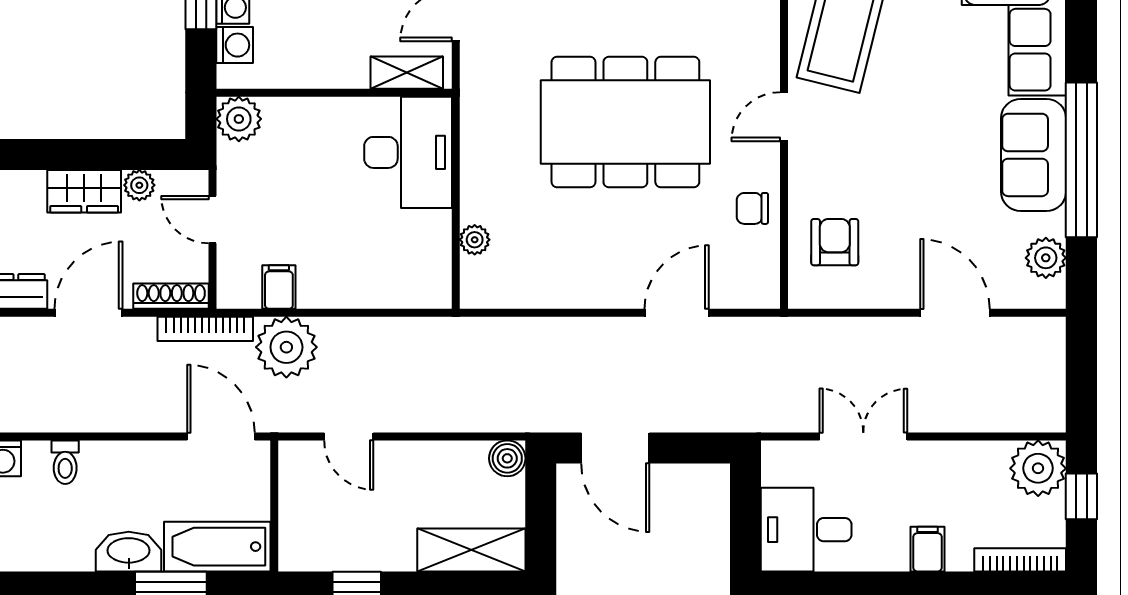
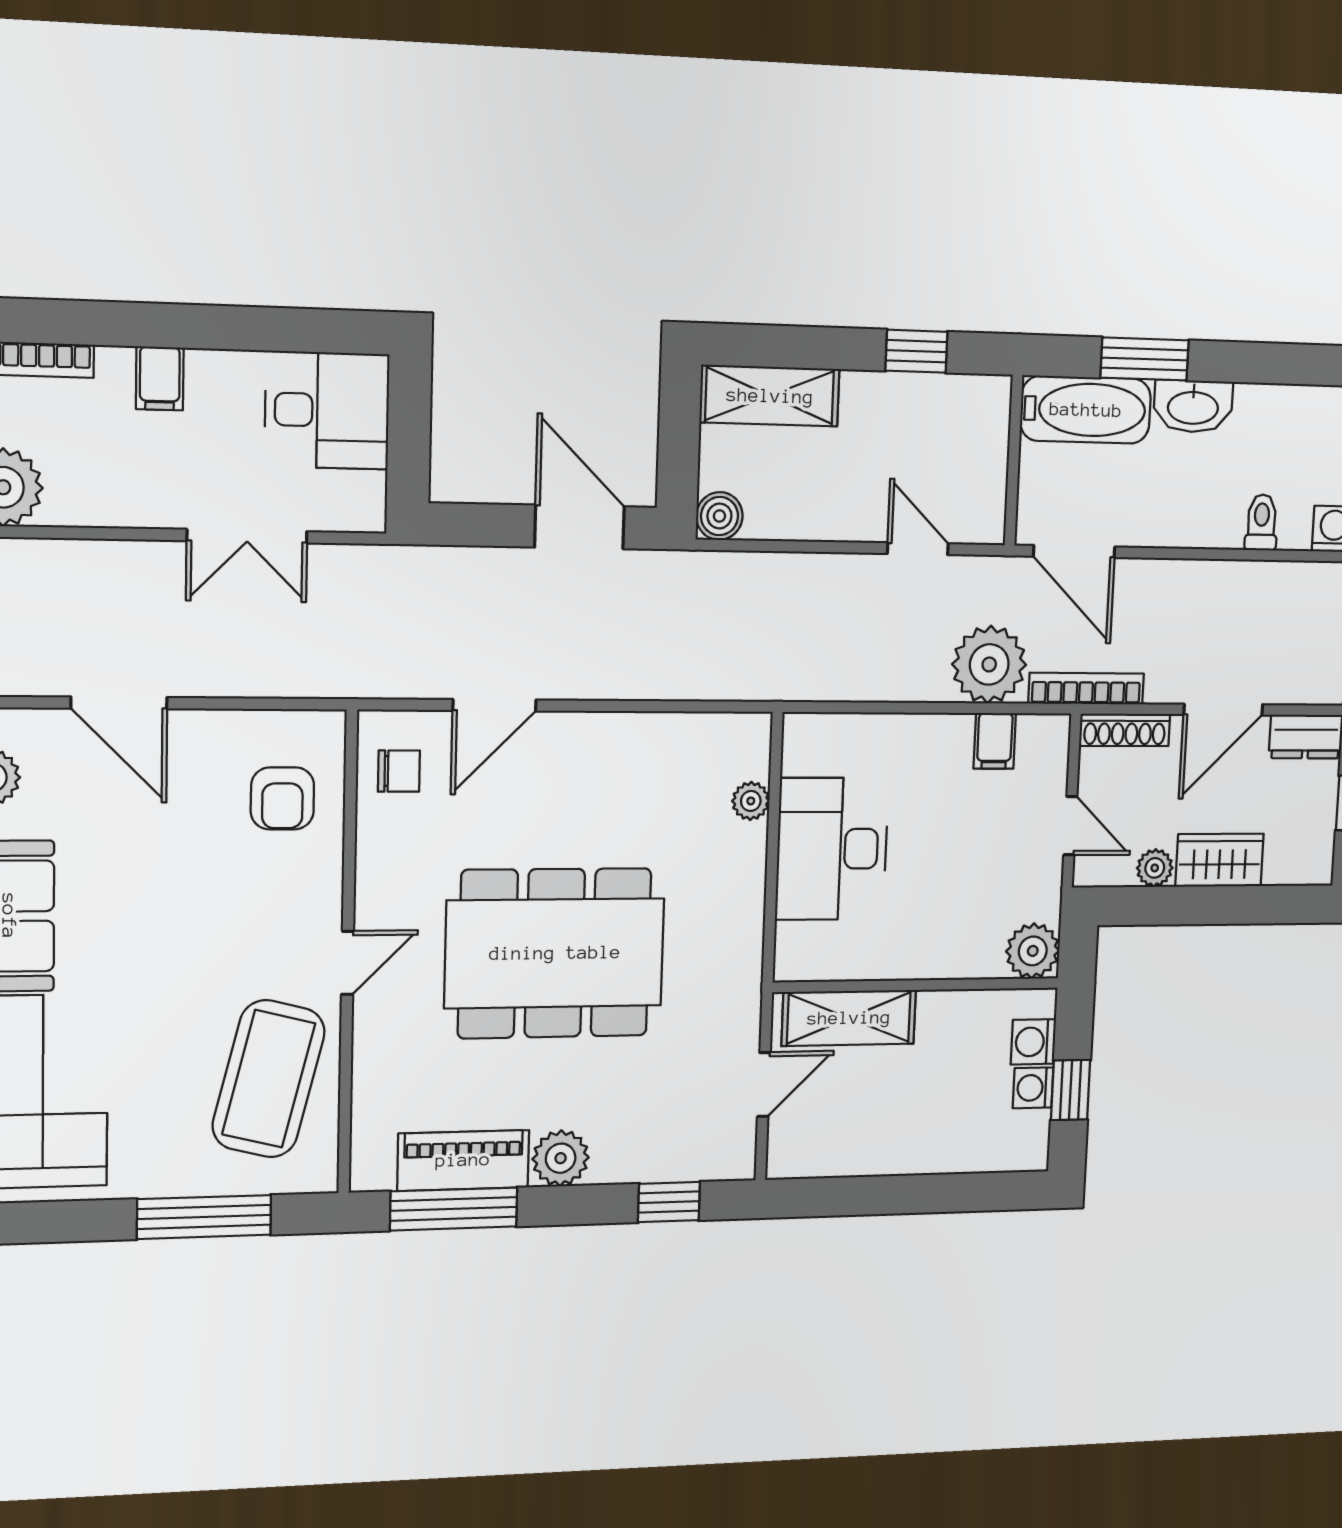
shelving: (407, 73) -> (849, 1018), width x1.50, depth x1.33
desk: (408, 152) -> (832, 849), moved
chair: (752, 208) -> (399, 771), moved

